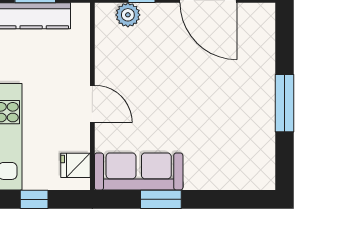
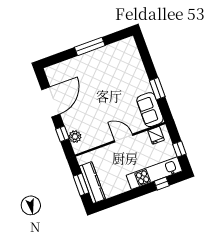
door: (92, 104) -> (124, 138), hinge flipped
sofa: (139, 172) -> (150, 110), width x0.73

